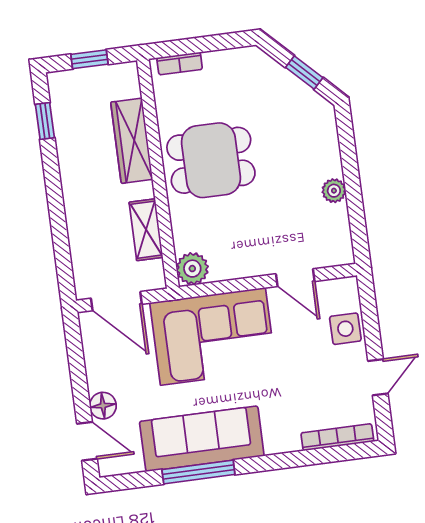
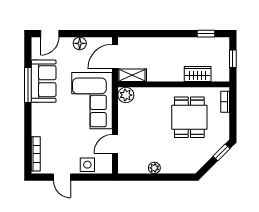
window: (304, 73) -> (222, 152), moved
wardrobe: (132, 141) -> (198, 74), width x0.67
dining table: (211, 160) -> (189, 117), moved
shelving: (146, 230) -> (132, 75), moved
floor lamp: (103, 406) -> (80, 43), moved
sofa: (202, 439) -> (44, 81), width x0.73

